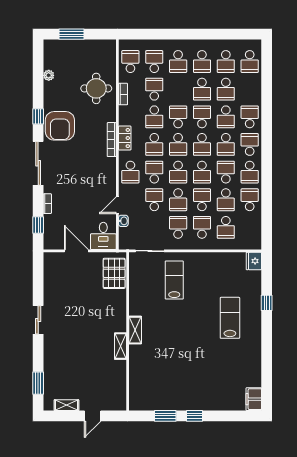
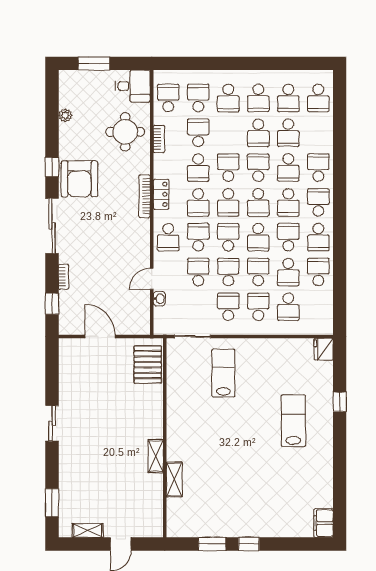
school desk: (178, 172) -> (228, 237), turned 180
school desk: (178, 200) -> (228, 272), turned 180
desk: (103, 236) -> (133, 86), moved, turned -90
shelving: (135, 330) -> (174, 479), moved

